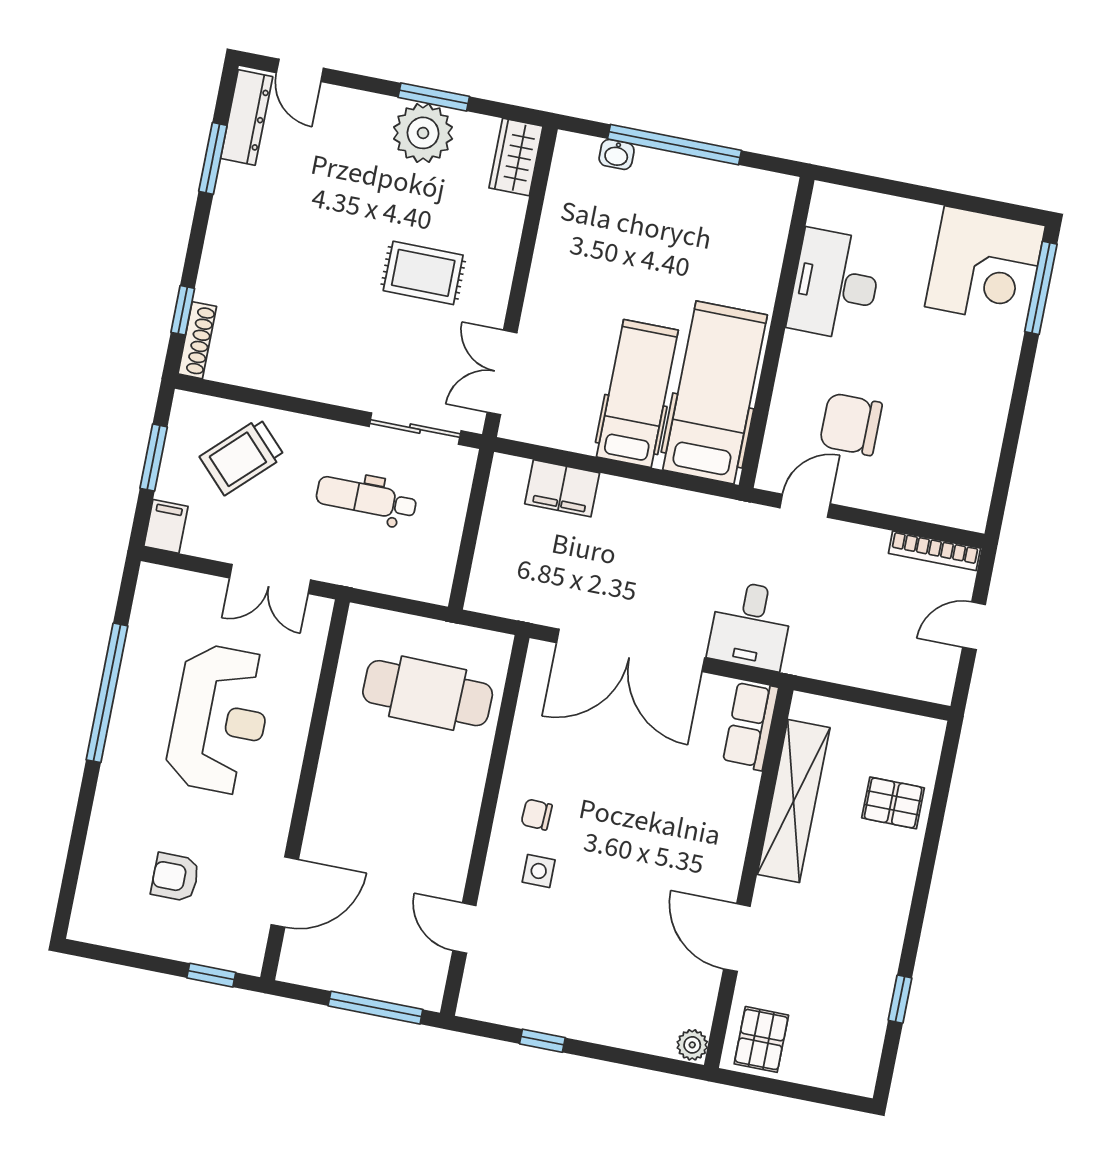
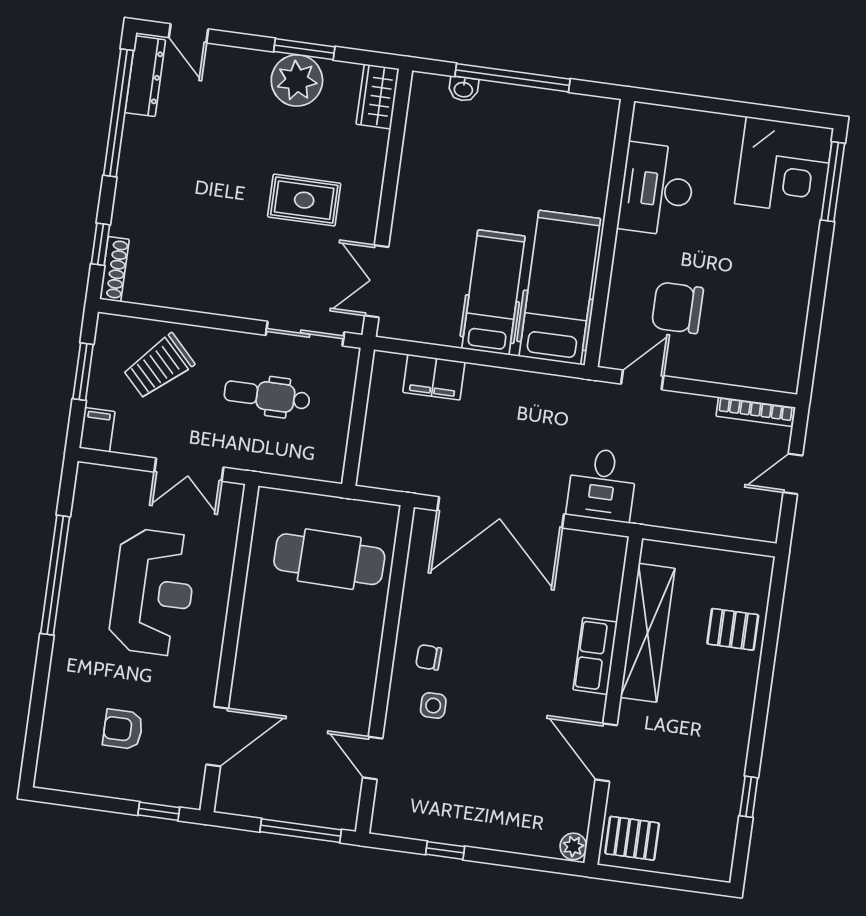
window: (213, 158) -> (118, 113), width x2.11
row of seats: (751, 725) -> (595, 656), moved
pallet: (761, 1039) -> (632, 838), turned 90

